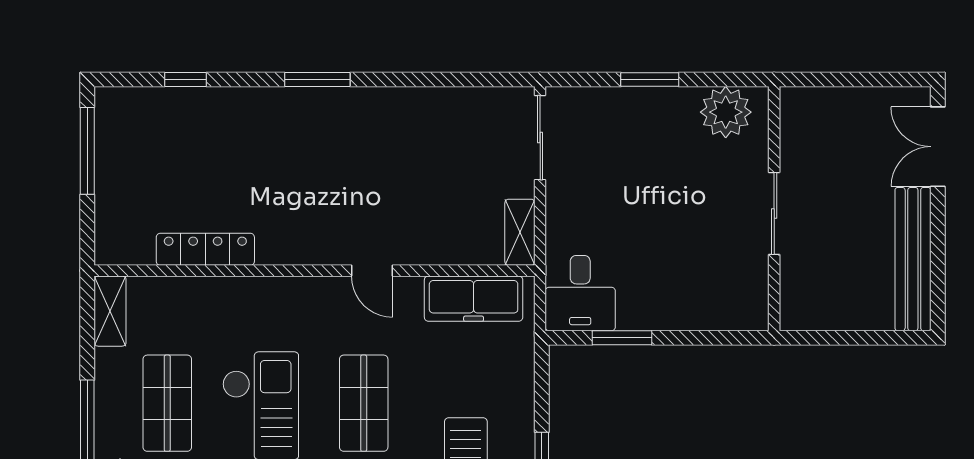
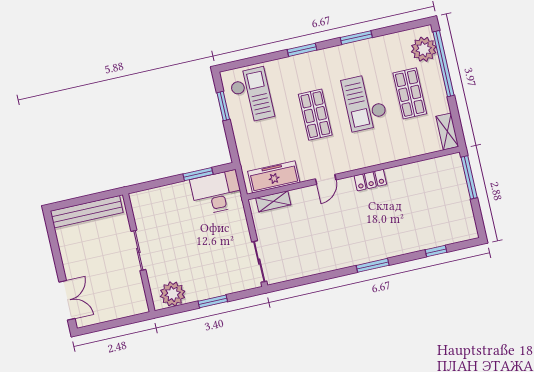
window: (87, 151) -> (469, 177), moved
shelving: (520, 232) -> (273, 201), moved, turned 90
locker: (205, 249) -> (370, 180), moved, width x0.66
bench: (913, 259) -> (87, 212), moved, turned 90
door: (372, 271) -> (326, 179), swing flipped
desk: (580, 293) -> (217, 193), width x1.37

